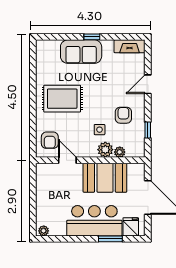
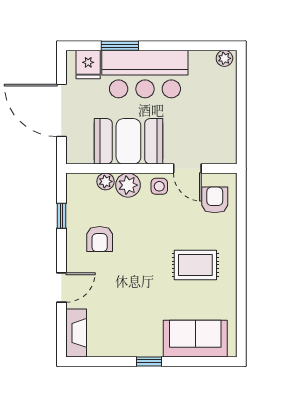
fireplace: (130, 46) -> (76, 333), moved, turned 90
sofa: (81, 52) -> (195, 339), moved
rug: (62, 99) -> (195, 265), width x0.73, depth x0.70
side table: (100, 130) -> (159, 186), moved

